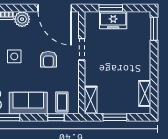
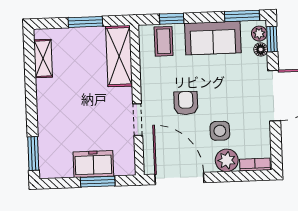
side table: (14, 56) -> (220, 131), moved
shelving: (91, 100) -> (119, 56), width x1.50, depth x1.33

